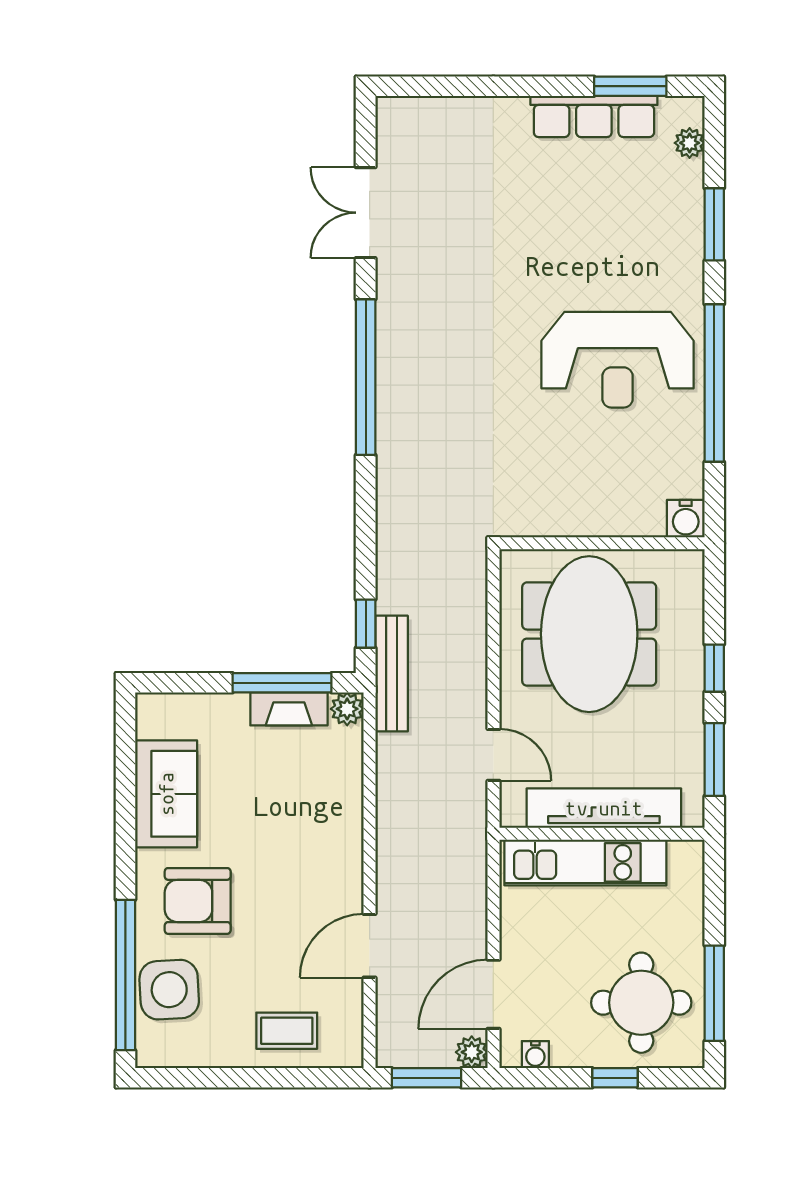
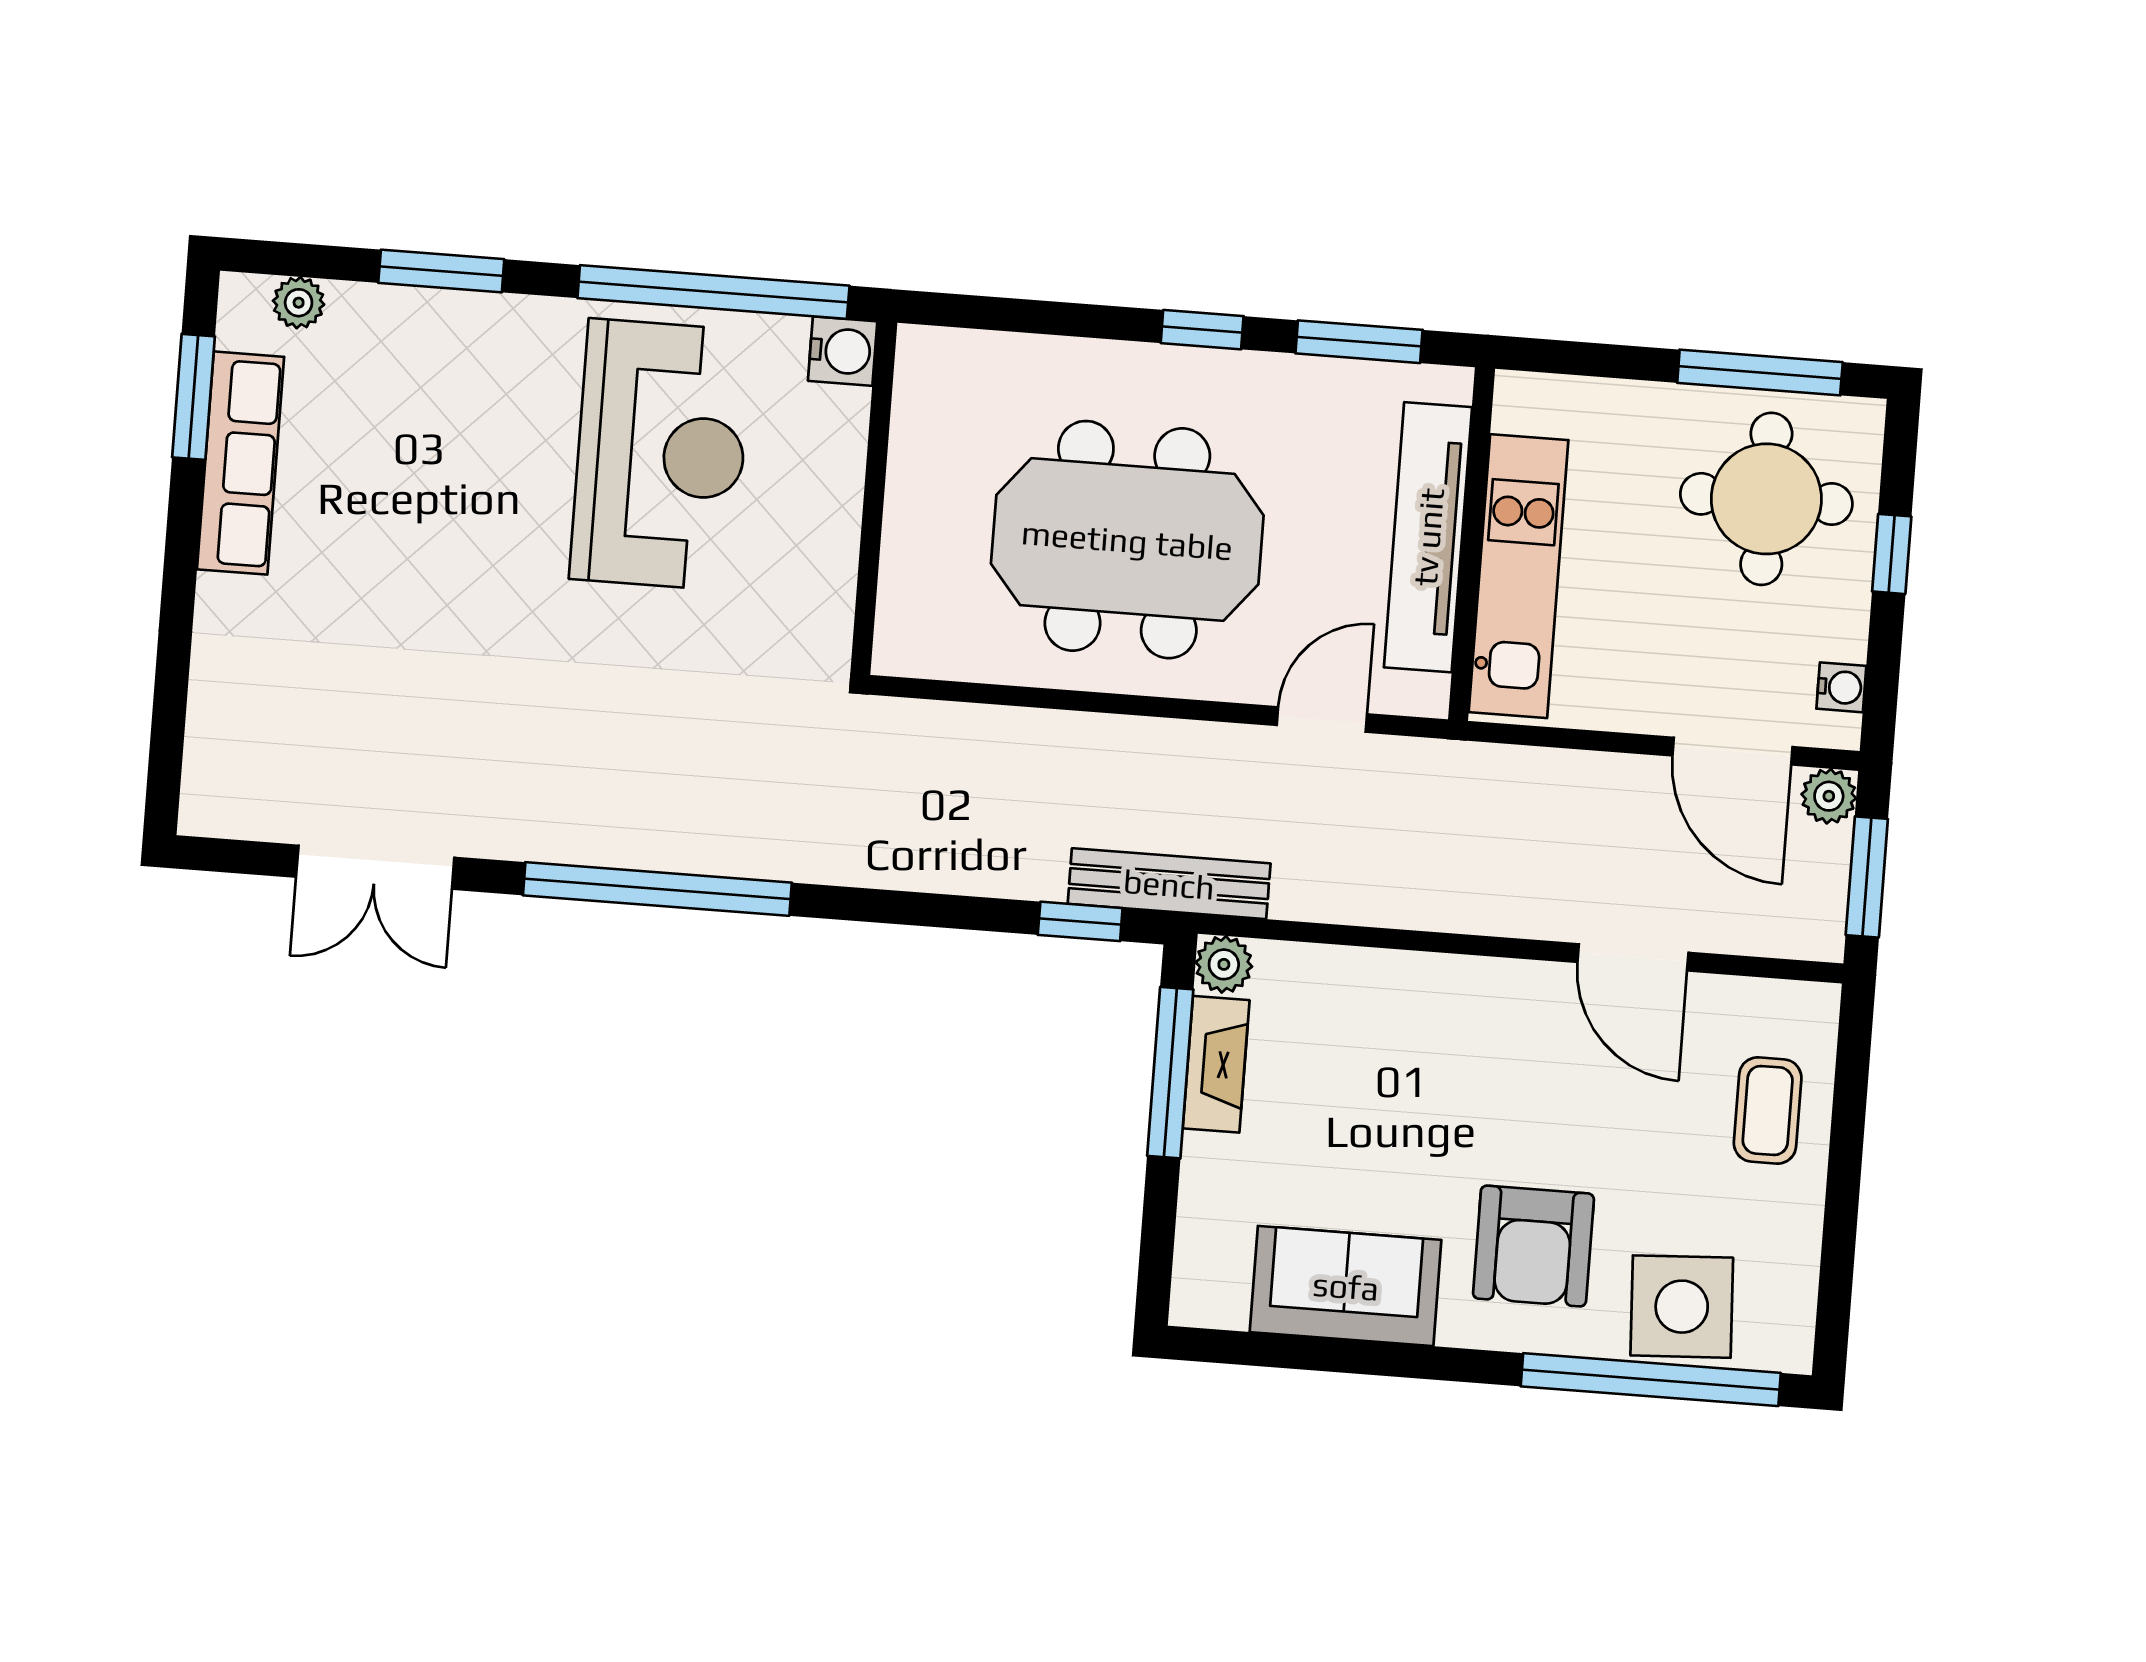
water cooler: (686, 519) -> (843, 351), moved
wall: (602, 543) -> (874, 498), moved

